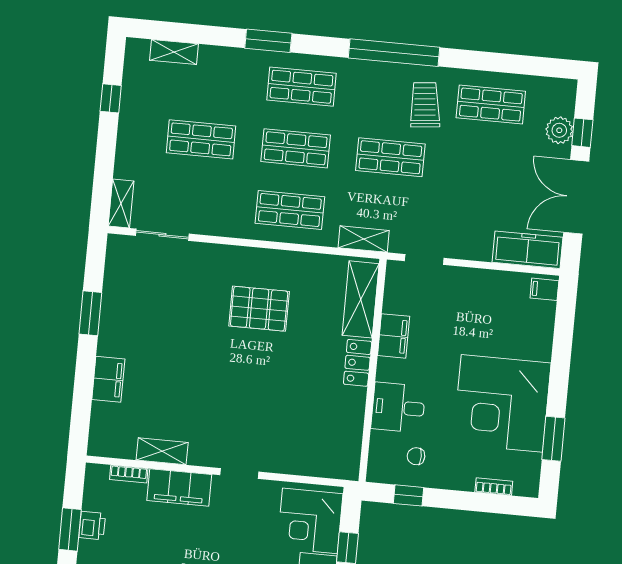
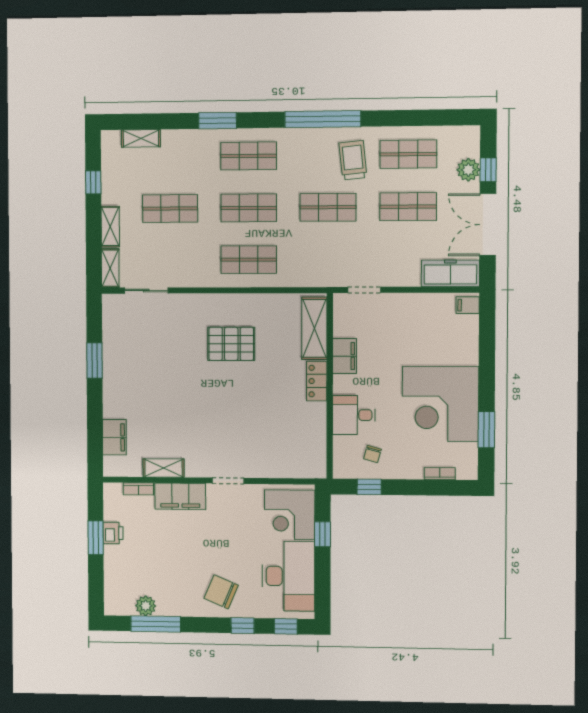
shop shelf: (485, 166) -> (408, 207), added
shelving: (364, 239) -> (110, 227), moved, turned 90
filing cabinet: (108, 379) -> (114, 437), moved
chair: (416, 456) -> (372, 454), turned -75

